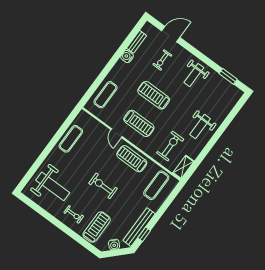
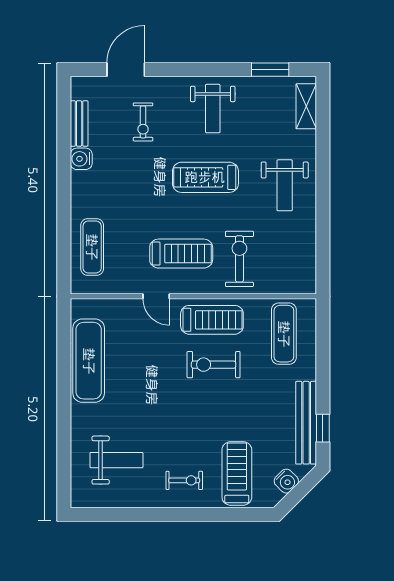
treadmill: (154, 95) -> (205, 177), moved
exercise mat: (71, 139) -> (89, 361), width x1.36, depth x1.45
exercise bike: (170, 146) -> (239, 259), moved
treadmill: (132, 159) -> (212, 320), turned 180
shelving: (183, 167) -> (306, 106), moved
weight bench: (53, 186) -> (116, 460), width x0.73, depth x0.75
exercise bike: (103, 186) -> (214, 365), moved

